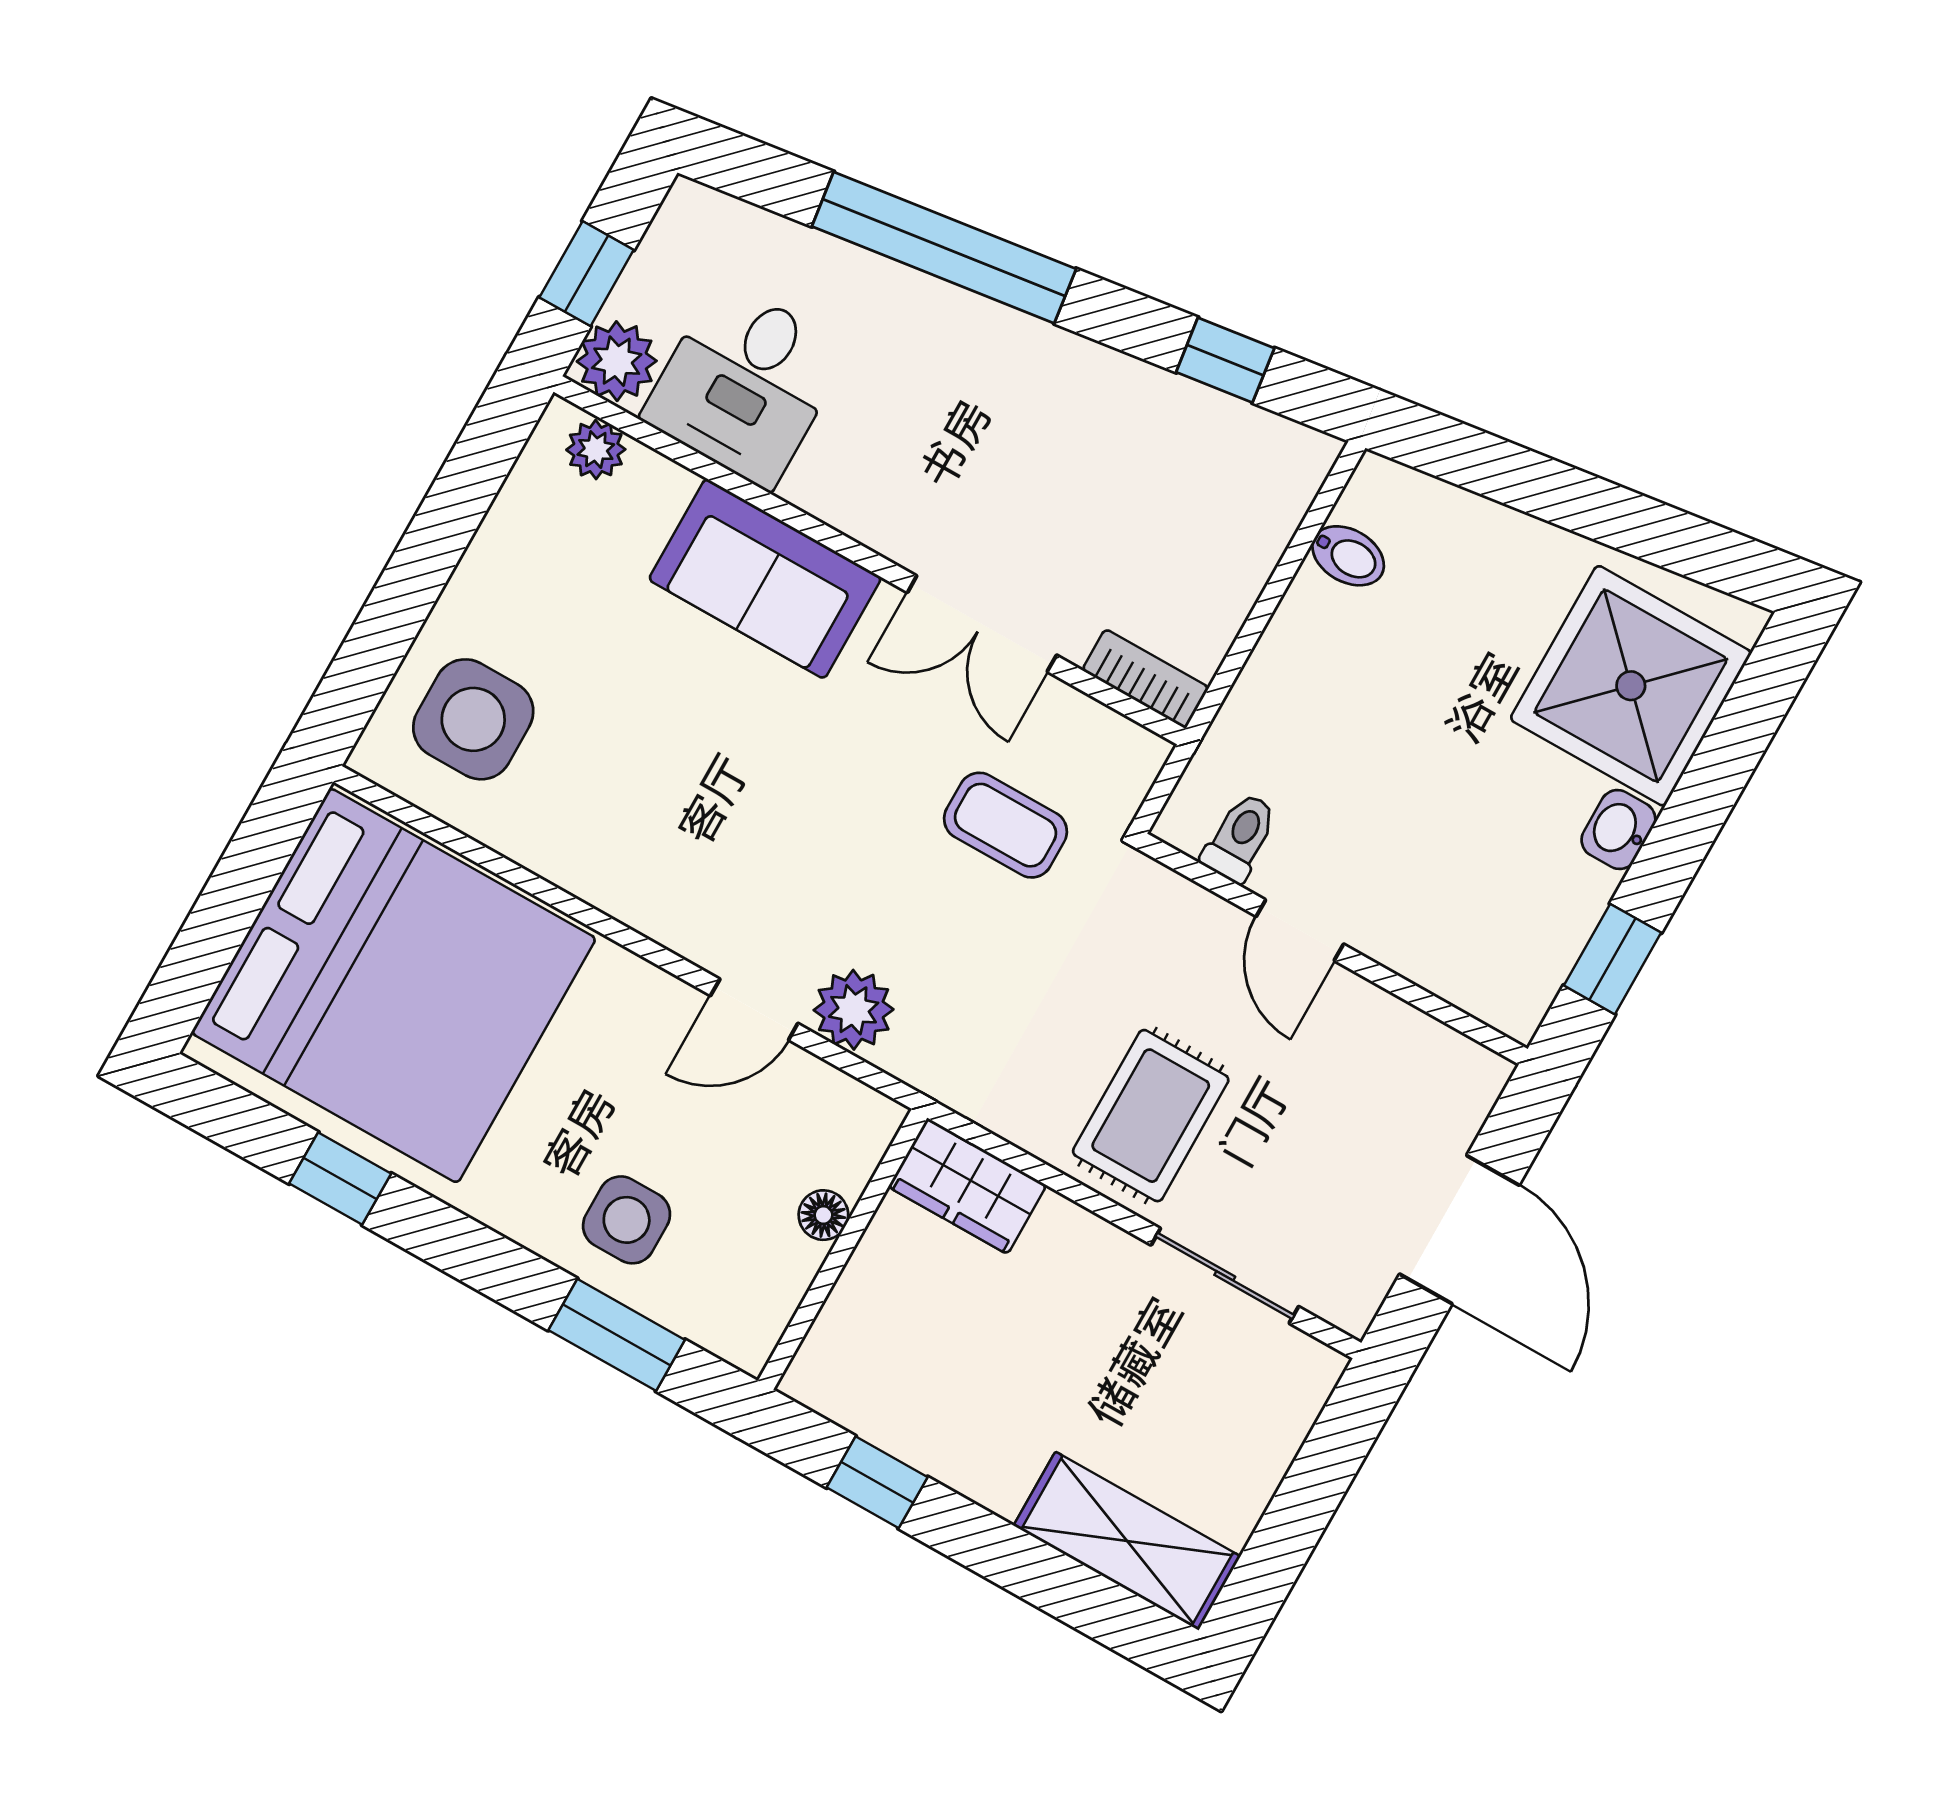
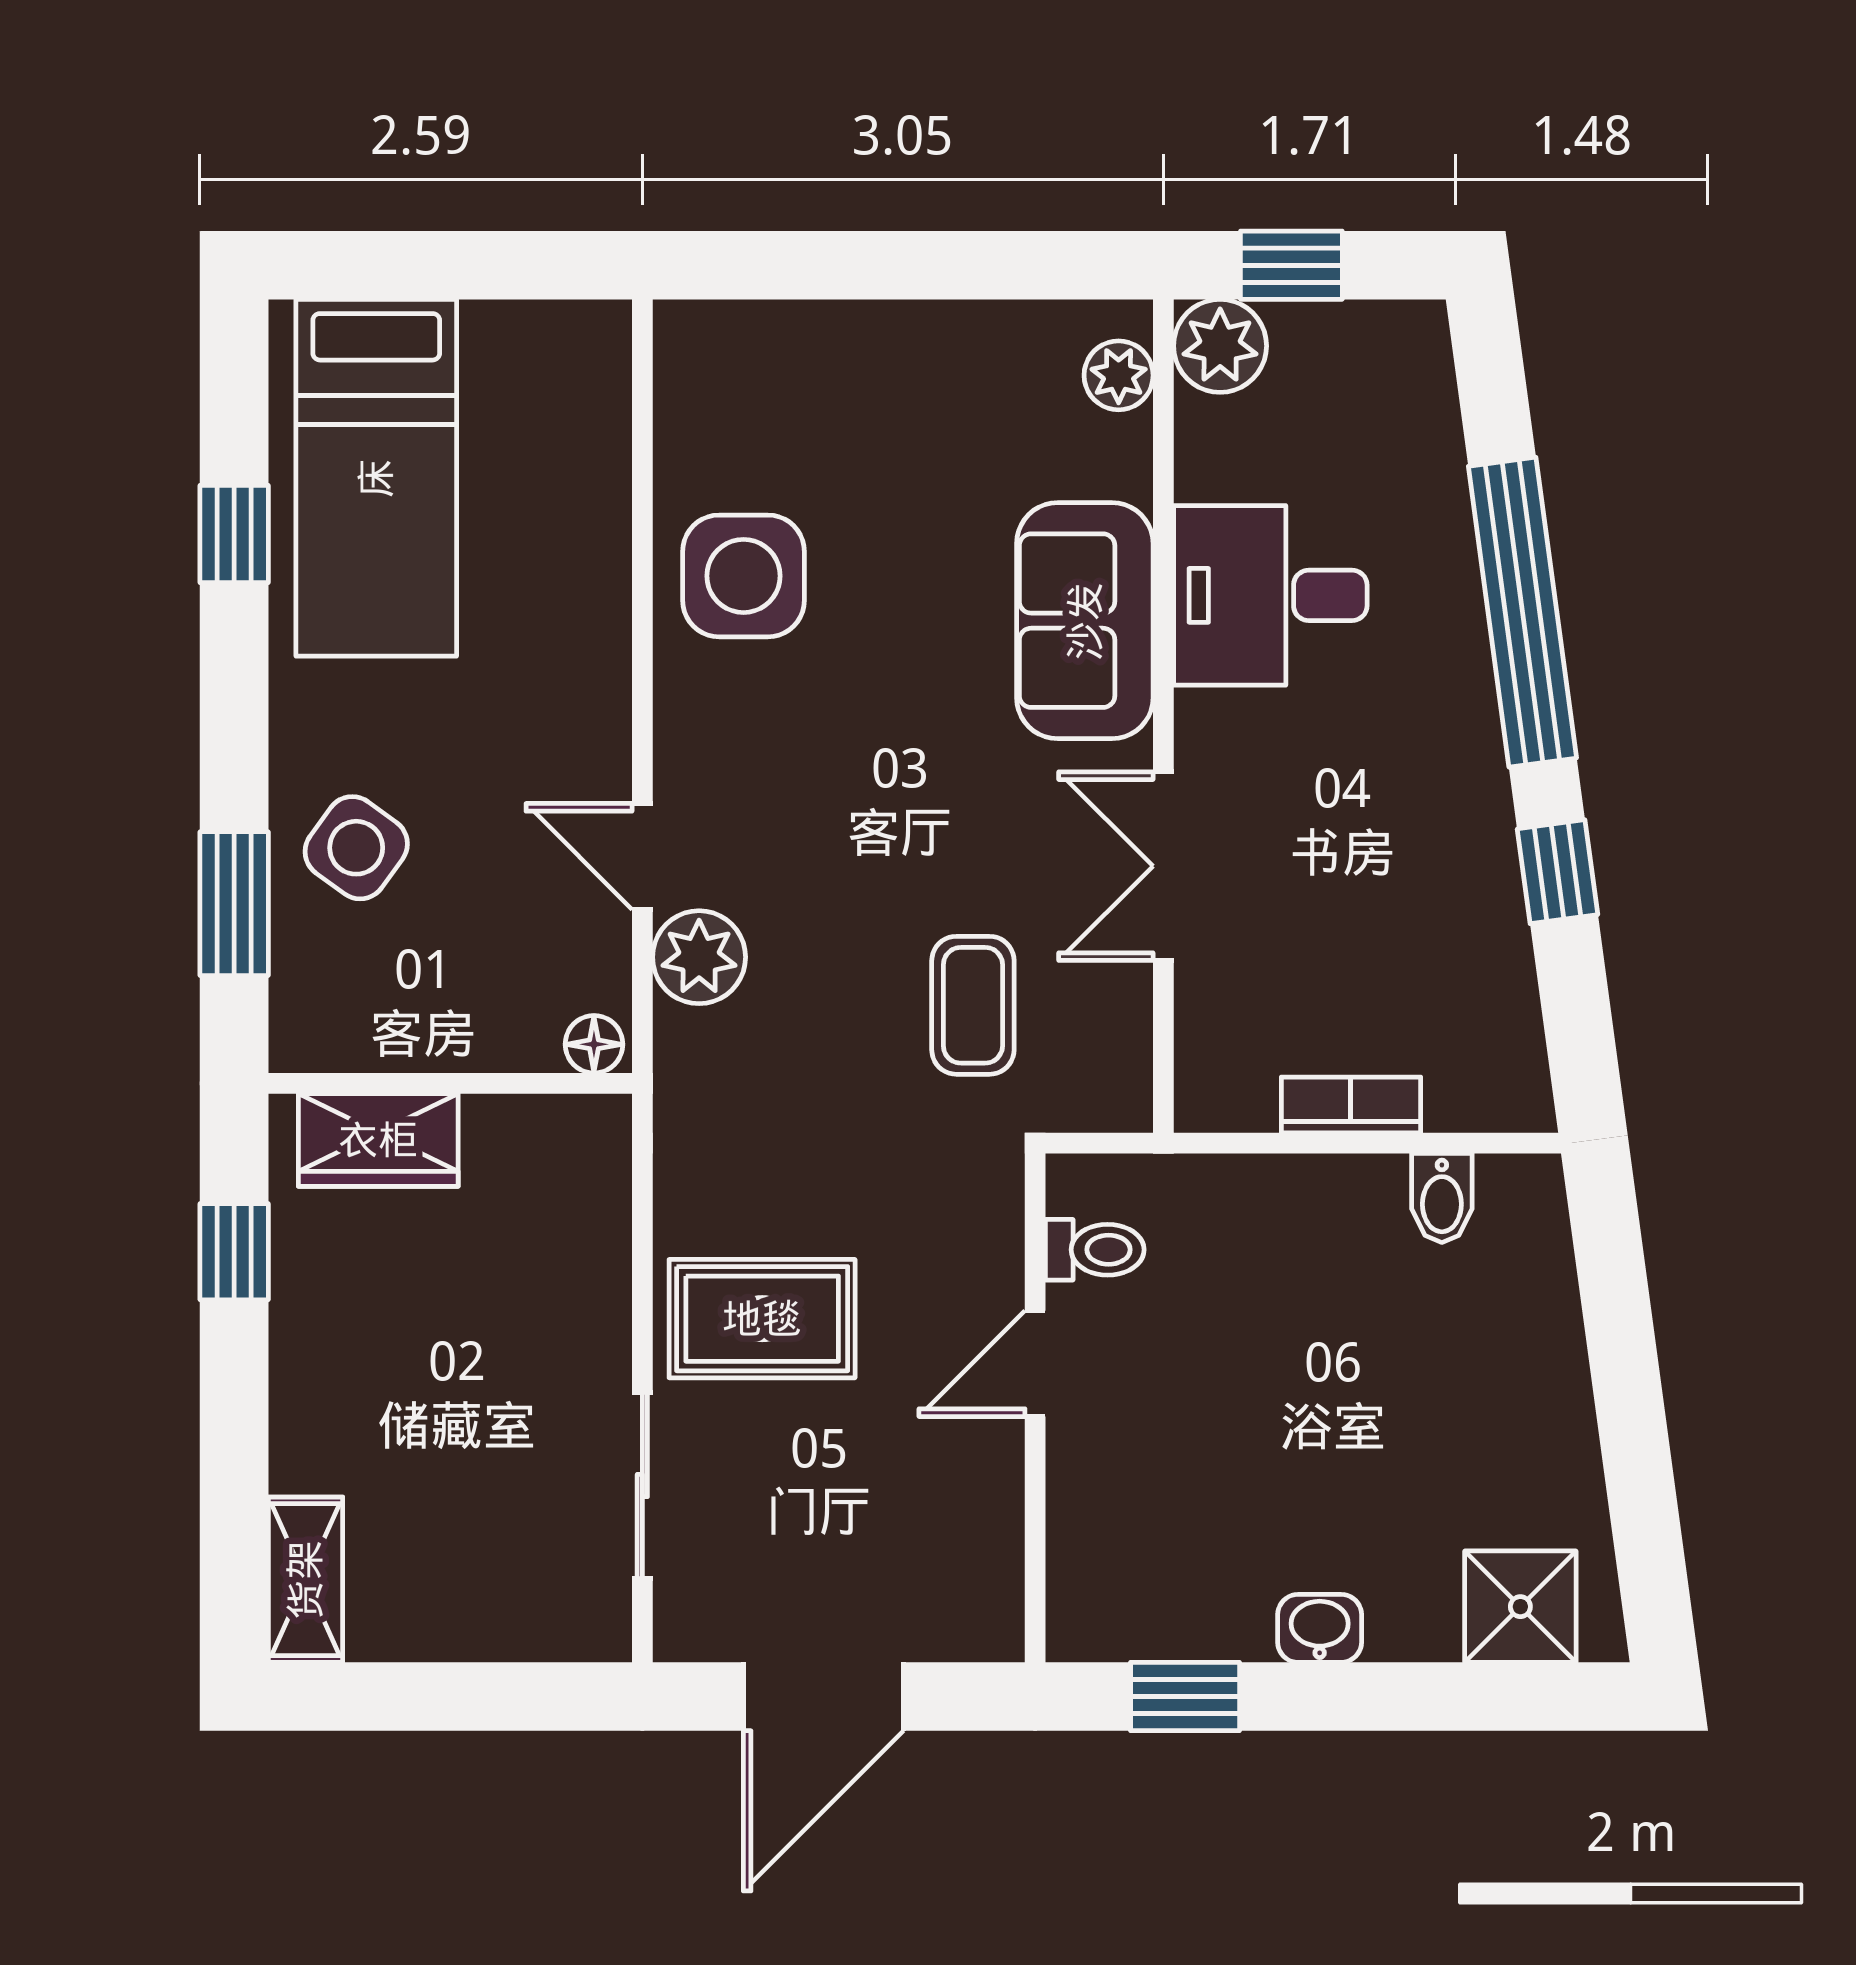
window: (1225, 360) -> (1558, 872), moved
desk: (745, 384) -> (1270, 595), moved
bookcase: (1146, 679) -> (1351, 1105), moved, turned -90
shower: (1631, 686) -> (1520, 1607), width x0.54, depth x0.54
side table: (473, 719) -> (744, 576), moved
bed: (394, 986) -> (376, 478), width x0.49
wardrobe: (967, 1186) -> (378, 1140), moved, turned -90
floor lamp: (823, 1215) -> (594, 1044), moved
side table: (627, 1220) -> (356, 848), turned 36
shelving: (1127, 1541) -> (305, 1580), width x0.67, depth x0.75

